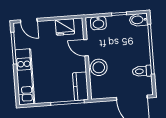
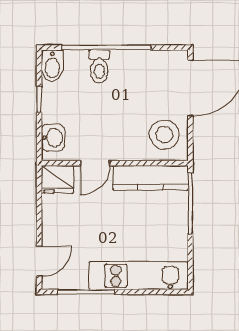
fridge: (65, 27) -> (58, 179), moved, turned 90
stool: (99, 67) -> (164, 135), moved
toilet: (142, 71) -> (99, 66), moved
kitchen counter: (81, 86) -> (150, 178), width x1.50

